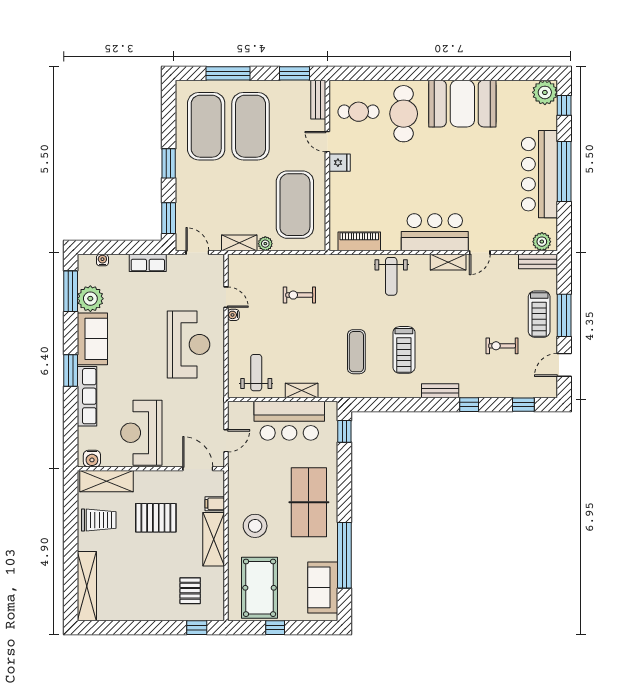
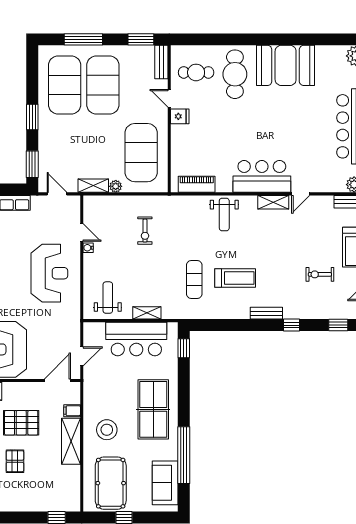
exercise bike: (299, 295) -> (145, 231), turned -90
treadmill: (404, 350) -> (235, 278), turned -90
door: (198, 469) -> (57, 380), hinge flipped
pallet: (190, 591) -> (15, 461), moved

